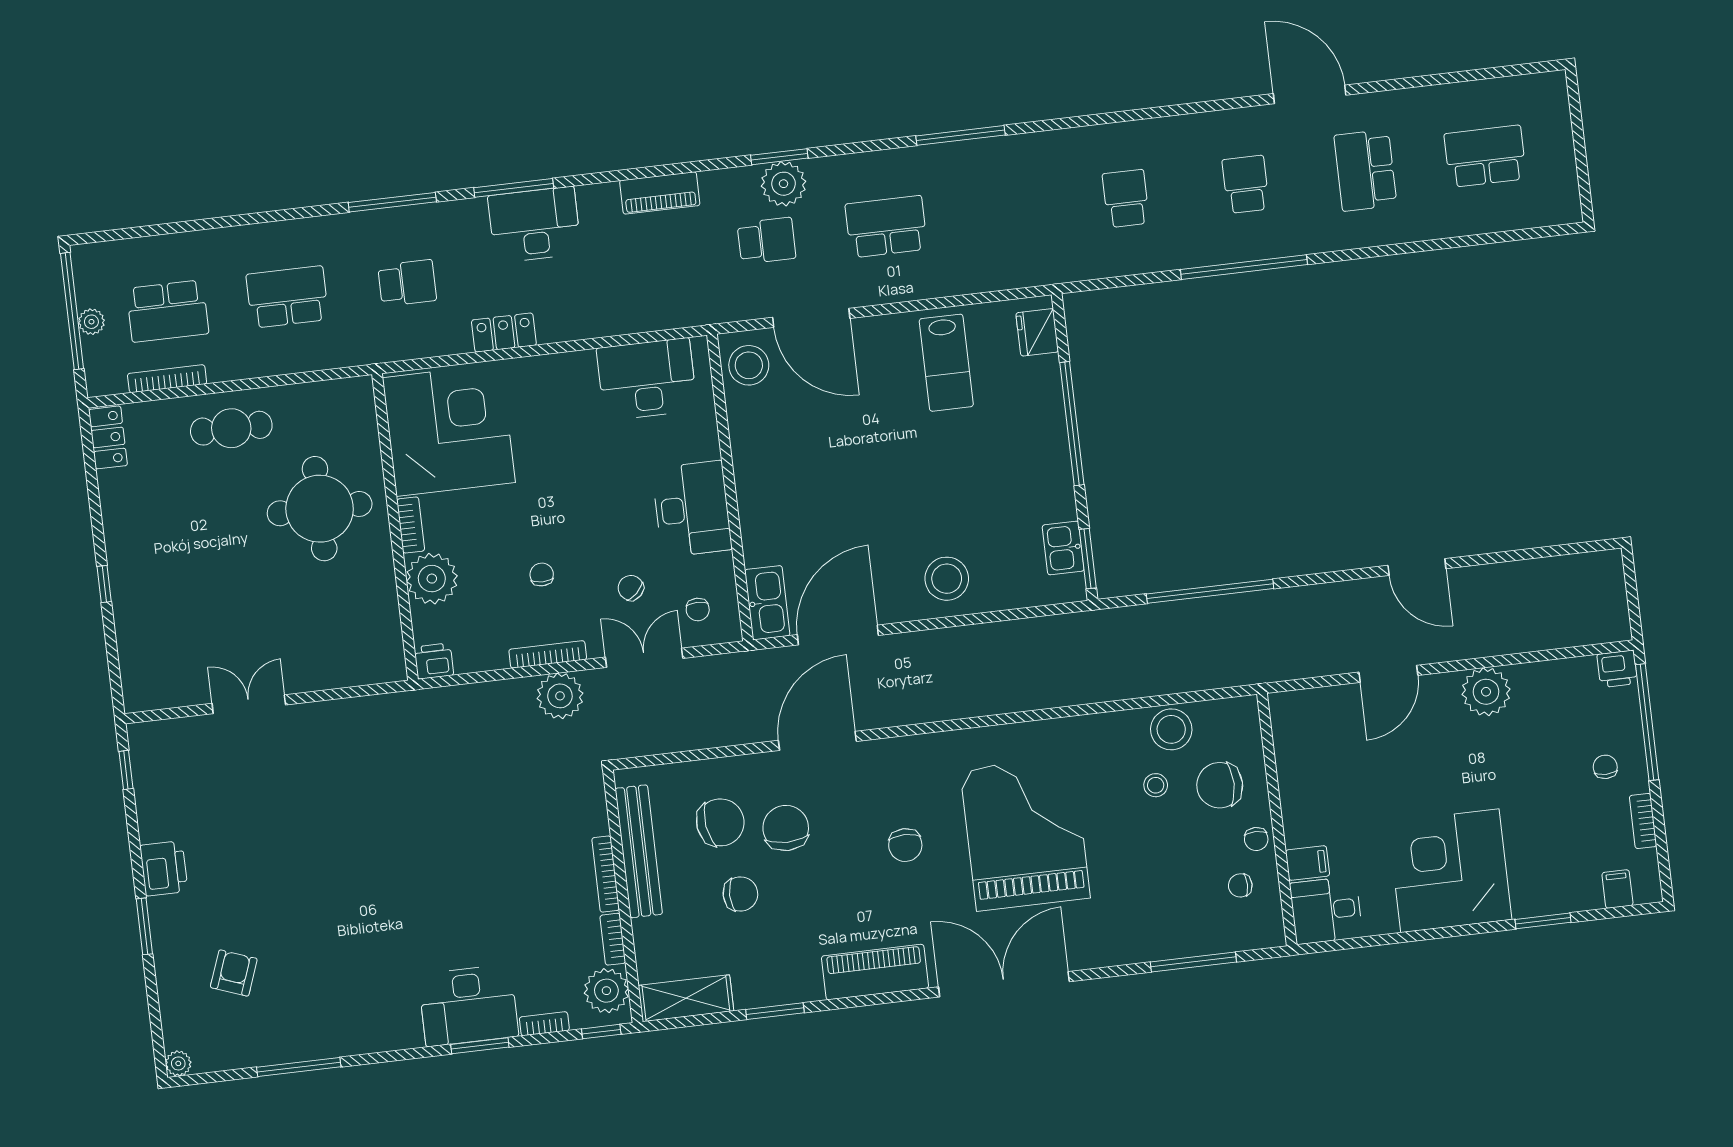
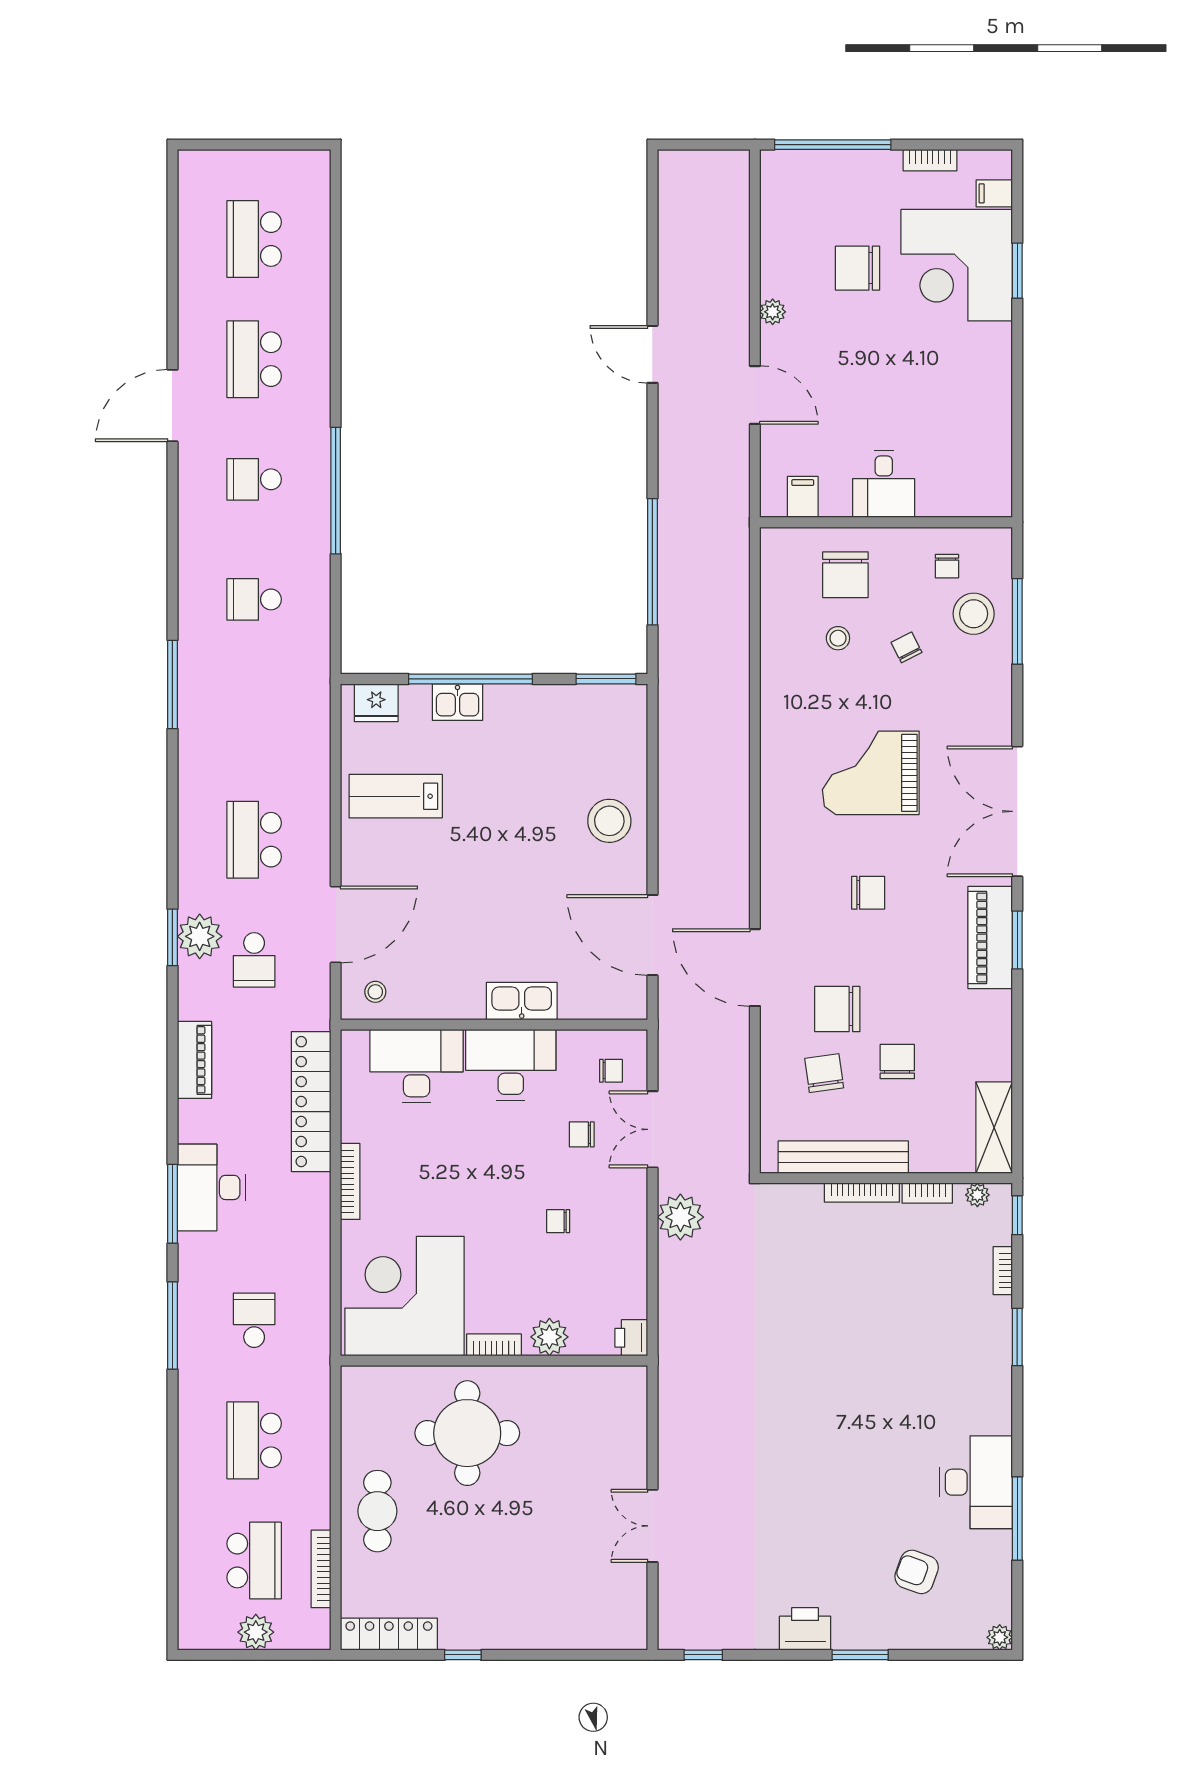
window: (960, 135) -> (172, 684), moved
school desk: (1365, 170) -> (254, 359), turned 90
school desk: (766, 241) -> (254, 960), turned 180
window: (72, 311) -> (243, 1655), removed
plant: (91, 322) -> (256, 1632), width x1.38, depth x1.38
locker: (504, 333) -> (311, 1102), moved, width x2.16, depth x1.21
lab bench: (946, 363) -> (396, 796), turned 180
stool: (749, 365) -> (375, 992), width x0.53, depth x0.53
desk: (647, 379) -> (417, 1066), moved, turned 90
locker: (108, 437) -> (389, 1634), width x1.53
kitchen sink: (1063, 548) -> (458, 702), moved
door: (1417, 567) -> (652, 354), swing flipped
plant: (432, 579) -> (549, 1337), width x0.73, depth x0.73
window: (104, 584) -> (463, 1655), moved
chair: (631, 588) -> (582, 1134), turned 43
kitchen sink: (767, 603) -> (522, 1001), moved
bookcase: (548, 654) -> (350, 1181), moved, turned 180
printer: (1617, 669) -> (777, 168), removed
plant: (1486, 692) -> (773, 312), width x0.53, depth x0.53
stool: (1171, 729) -> (974, 614), moved
chair: (1605, 767) -> (858, 268), moved, width x1.87, depth x1.87
chair: (720, 822) -> (824, 1073), width x0.73, depth x0.73
grand piano: (1025, 834) -> (871, 773), width x0.73, depth x0.68
chair: (1256, 839) -> (907, 647), moved, turned -117
filing cabinet: (1308, 863) -> (803, 497), moved
corner desk: (1450, 871) -> (957, 265), moved
desk: (1326, 910) -> (884, 484), moved
plant: (606, 991) -> (977, 1195), width x0.53, depth x0.53
desk: (468, 1005) -> (976, 1482), moved
window: (775, 1011) -> (1017, 940), moved

